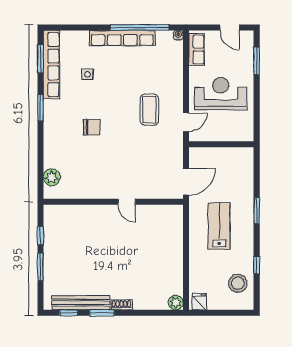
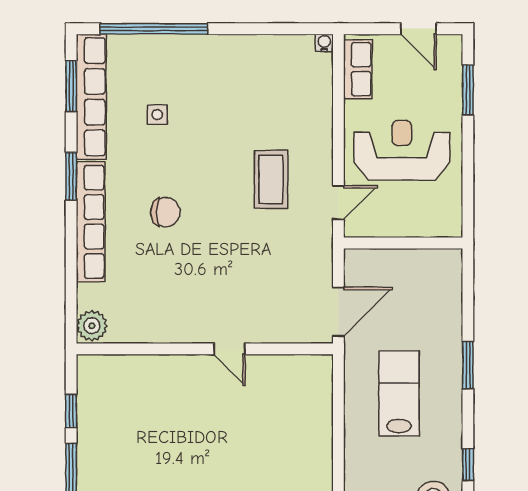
window: (140, 27) -> (154, 29), moved
row of seats: (122, 38) -> (91, 222), moved, turned -90
plant: (52, 177) -> (92, 326), moved

